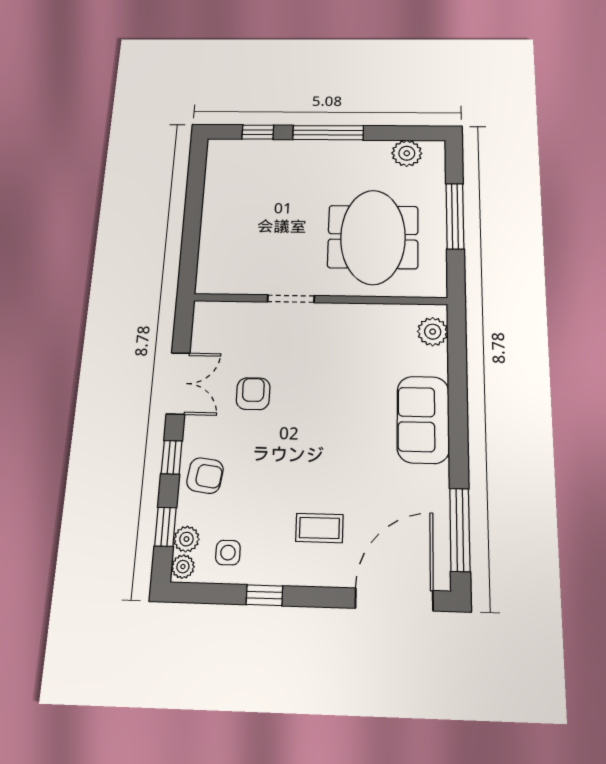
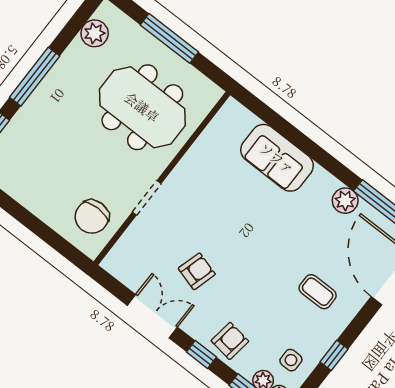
chair: (236, 264) -> (92, 217), added
plant: (433, 332) -> (345, 201), moved
armchair: (253, 394) -> (197, 271), turned 106
sofa: (423, 419) -> (277, 158), moved
coffee table: (319, 528) -> (318, 292), turned 90

